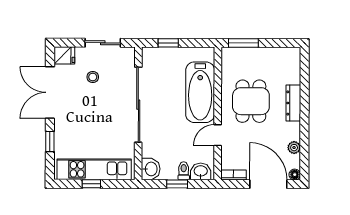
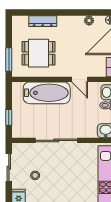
dining table: (251, 101) -> (39, 53), moved
dresser: (293, 103) -> (43, 21), moved
sliding door: (138, 105) -> (56, 140), width x0.73

